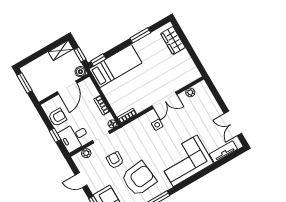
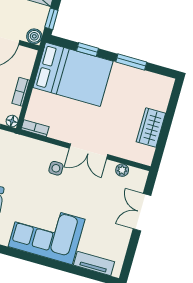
wardrobe: (173, 41) -> (151, 128), moved
window: (98, 60) -> (87, 50), moved
bed: (116, 66) -> (73, 74), width x1.50
double door: (233, 123) -> (142, 212), moved

